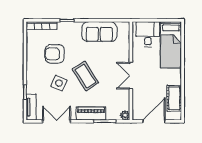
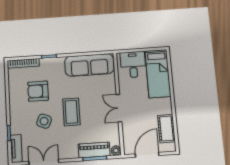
sofa: (99, 32) -> (89, 65), width x1.36
coffee table: (85, 76) -> (71, 112), turned 33
piano: (91, 114) -> (94, 150), moved

